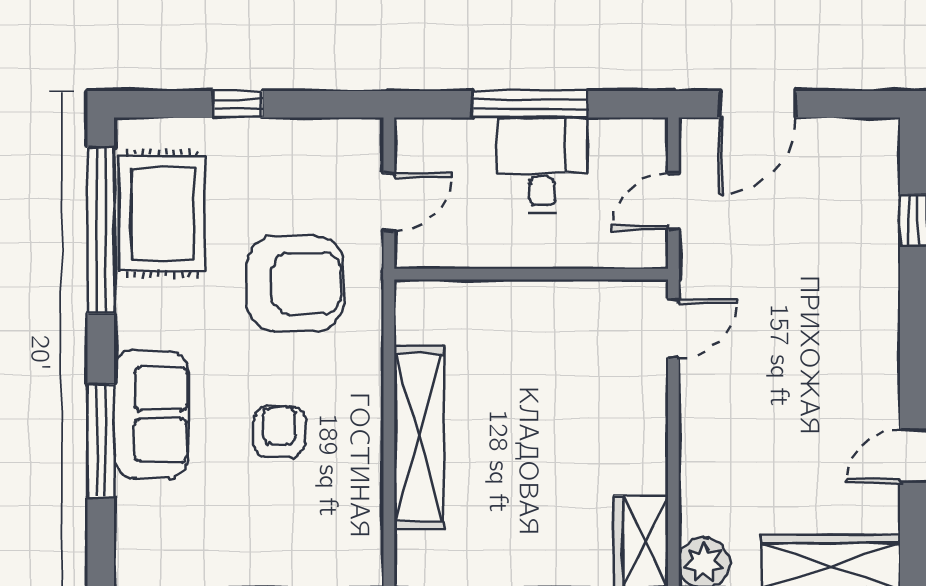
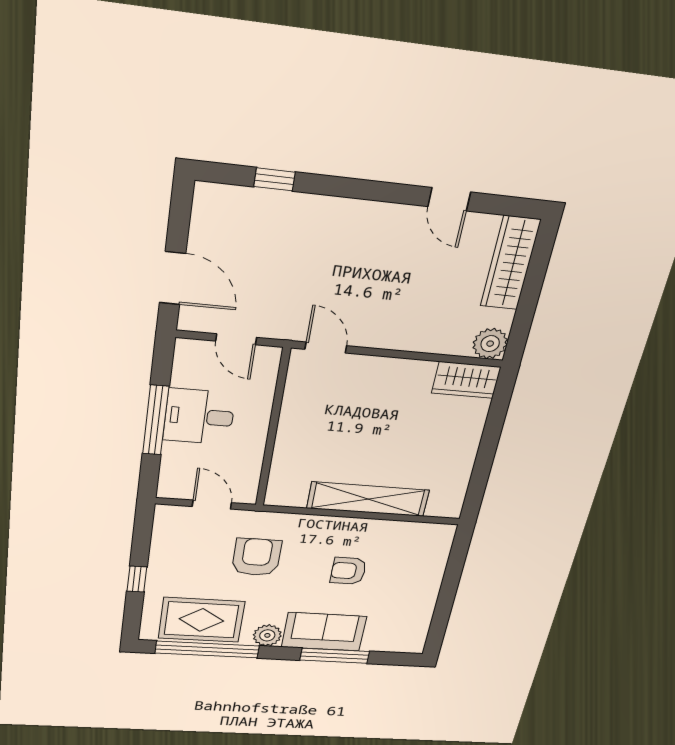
armchair: (295, 283) -> (257, 557), width x0.73, depth x0.73
plant: (137, 323) -> (267, 635), added

